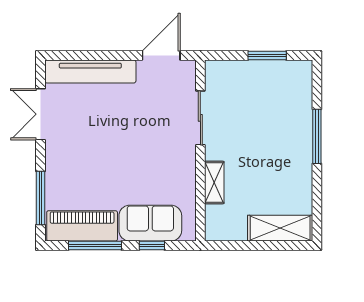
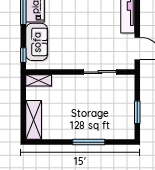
shelving: (214, 182) -> (39, 80), moved
window: (152, 246) -> (23, 55), moved

